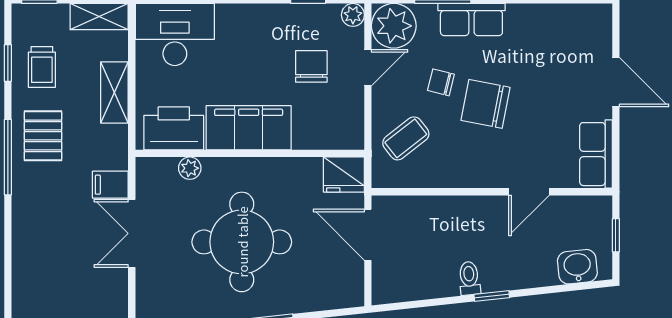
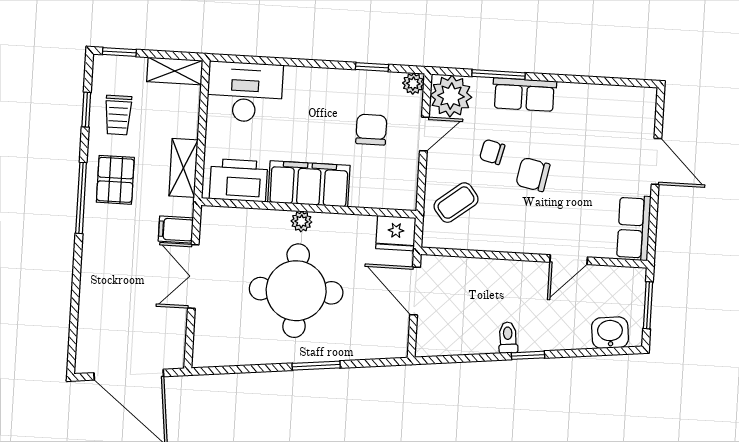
shelving: (114, 92) -> (183, 168), moved
chair: (486, 104) -> (533, 175), width x0.73, depth x0.73
plant: (190, 168) -> (301, 221), moved
window: (616, 235) -> (648, 305), width x1.50

